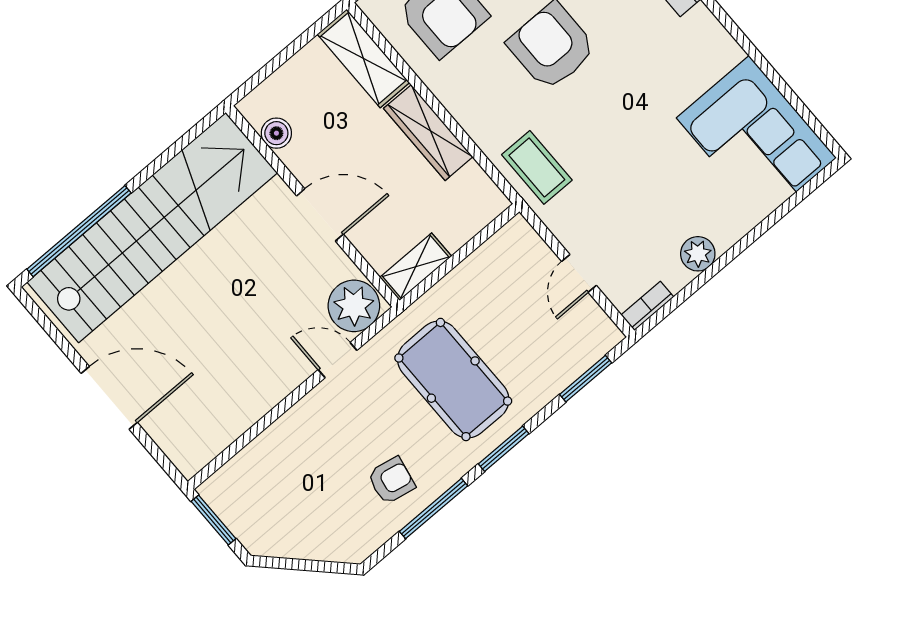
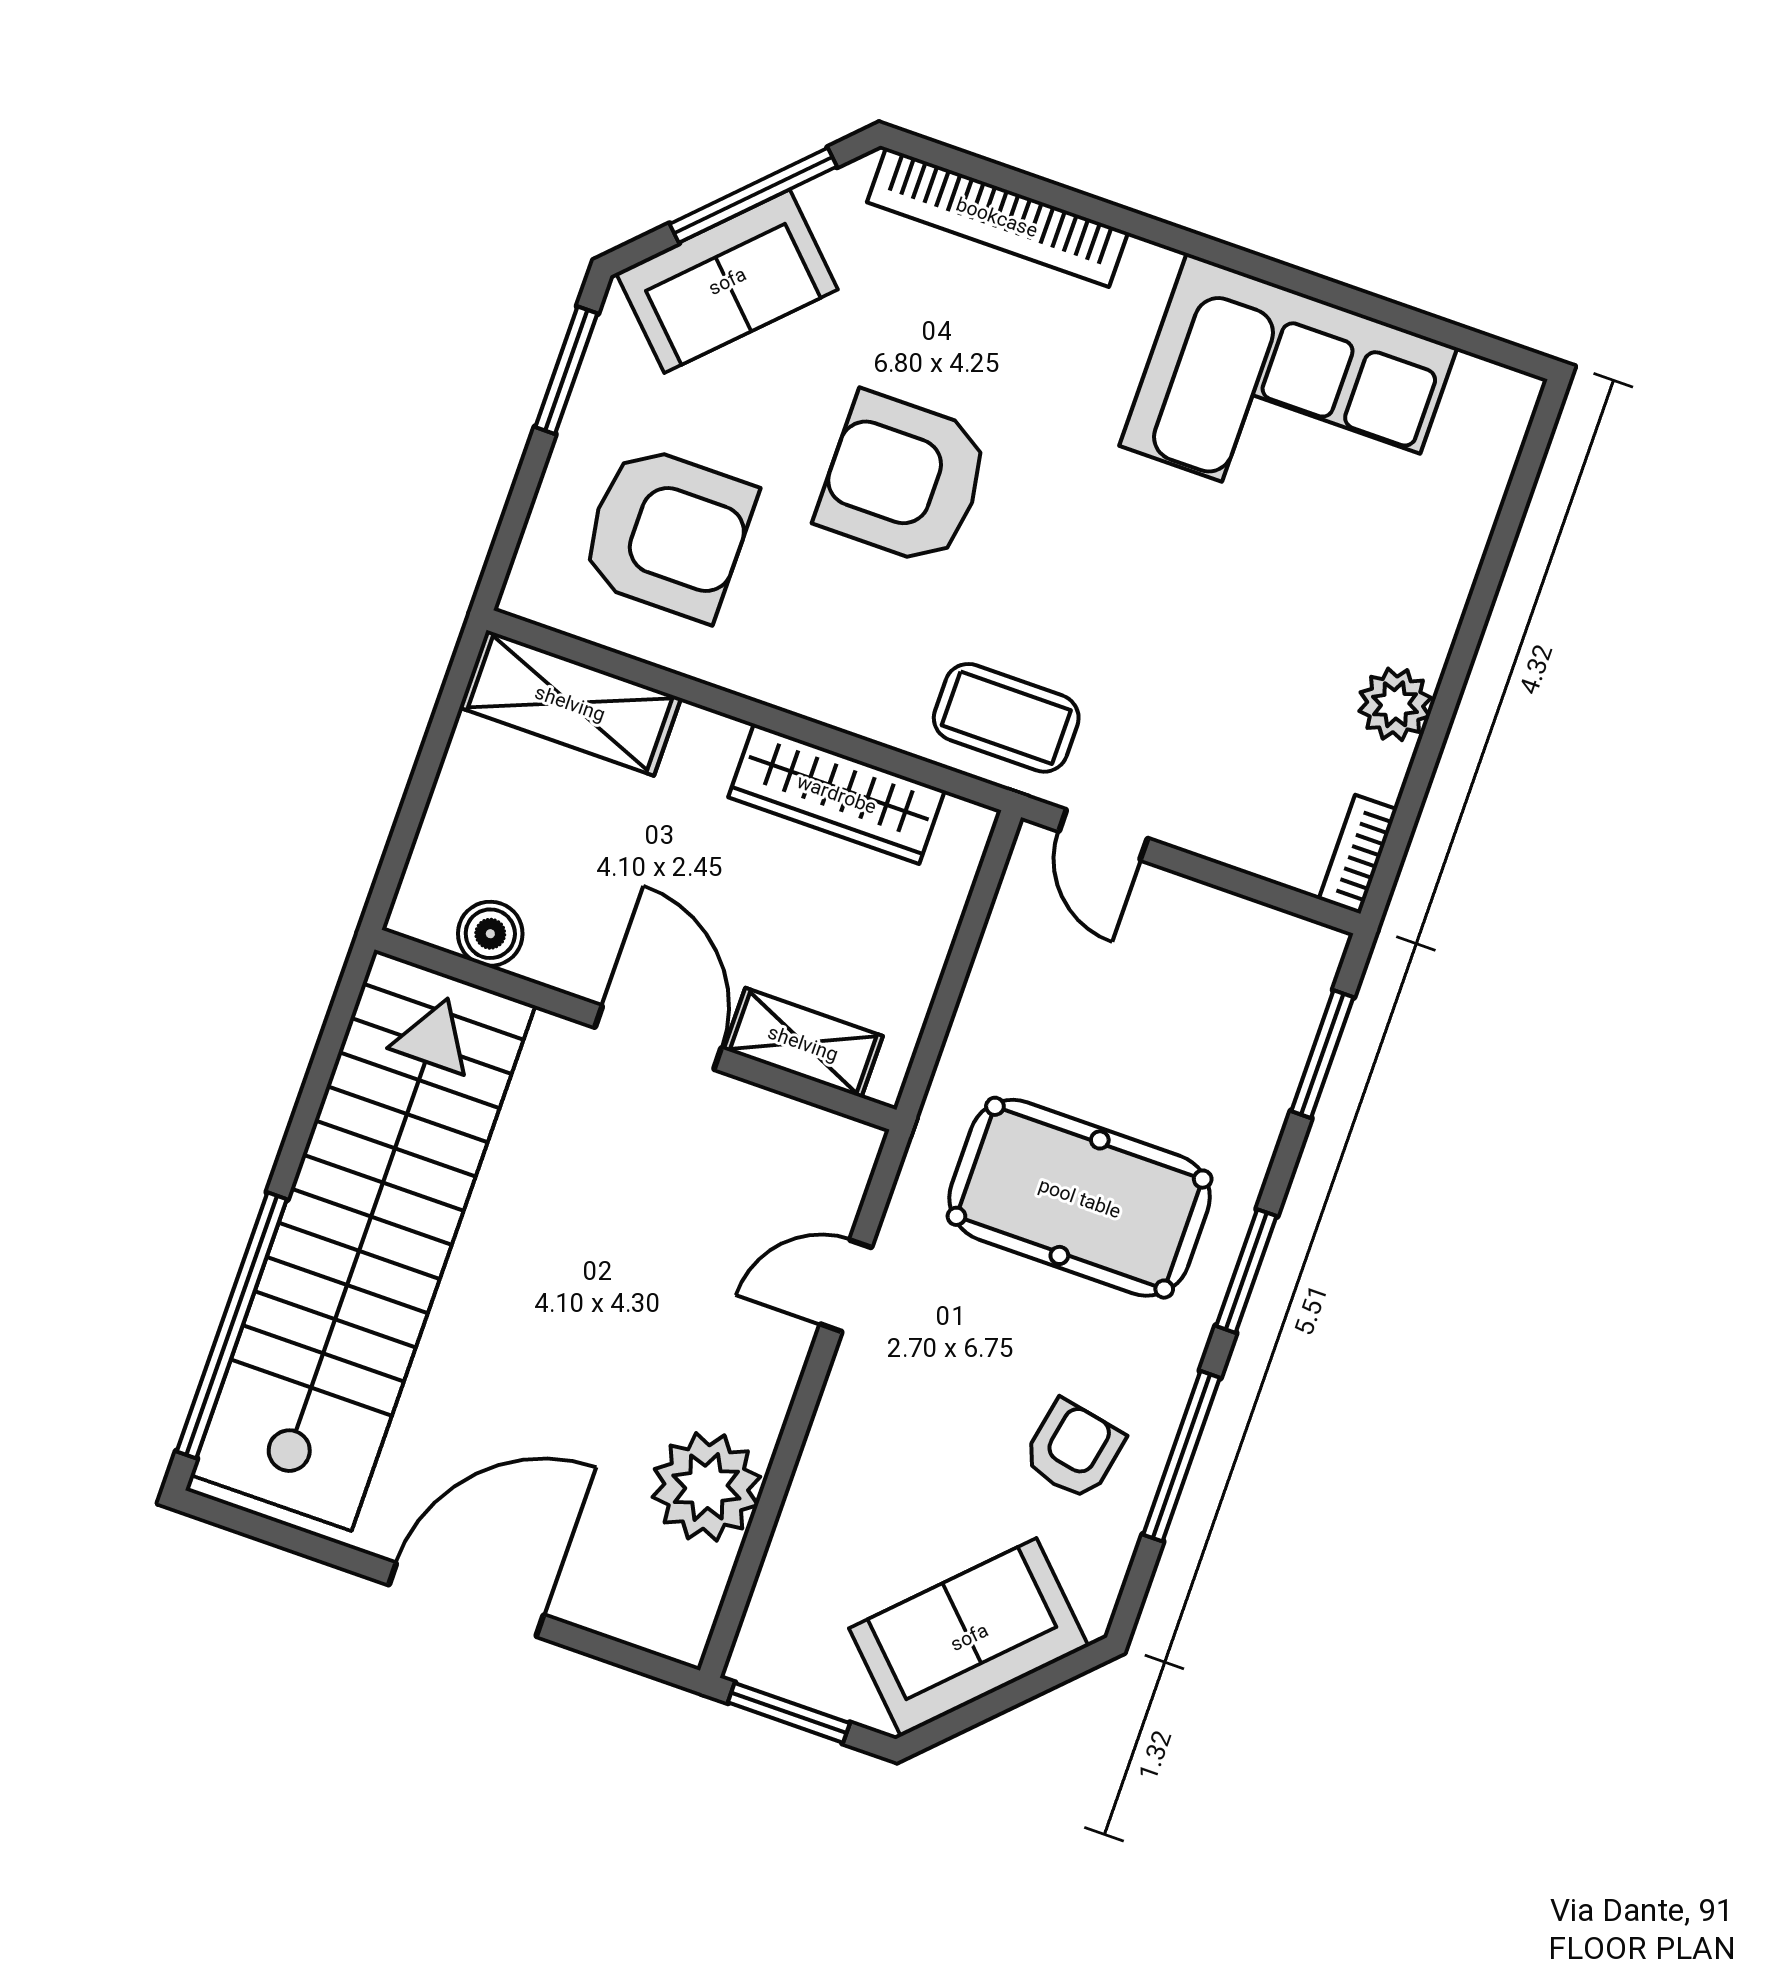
wardrobe: (428, 133) -> (837, 794), moved
corner sofa: (756, 138) -> (1288, 397), moved
door: (320, 215) -> (658, 1038), hinge flipped
shelving: (416, 267) -> (803, 1043), moved, turned 90
door: (579, 273) -> (1103, 835), moved
plant: (354, 306) -> (706, 1487), moved
sofa: (304, 532) -> (969, 1637), added

